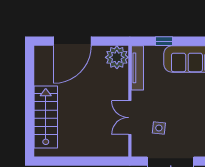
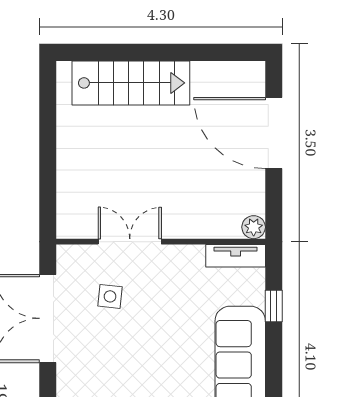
plant: (117, 57) -> (254, 227), width x0.53, depth x0.53
tv unit: (137, 68) -> (236, 256), width x0.71

